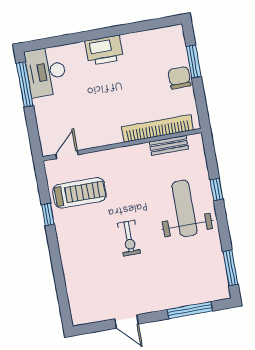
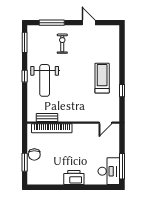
window: (216, 189) -> (25, 76), moved
treadmill: (79, 193) -> (102, 78), moved, turned 90
exercise bike: (129, 238) -> (62, 44), moved

